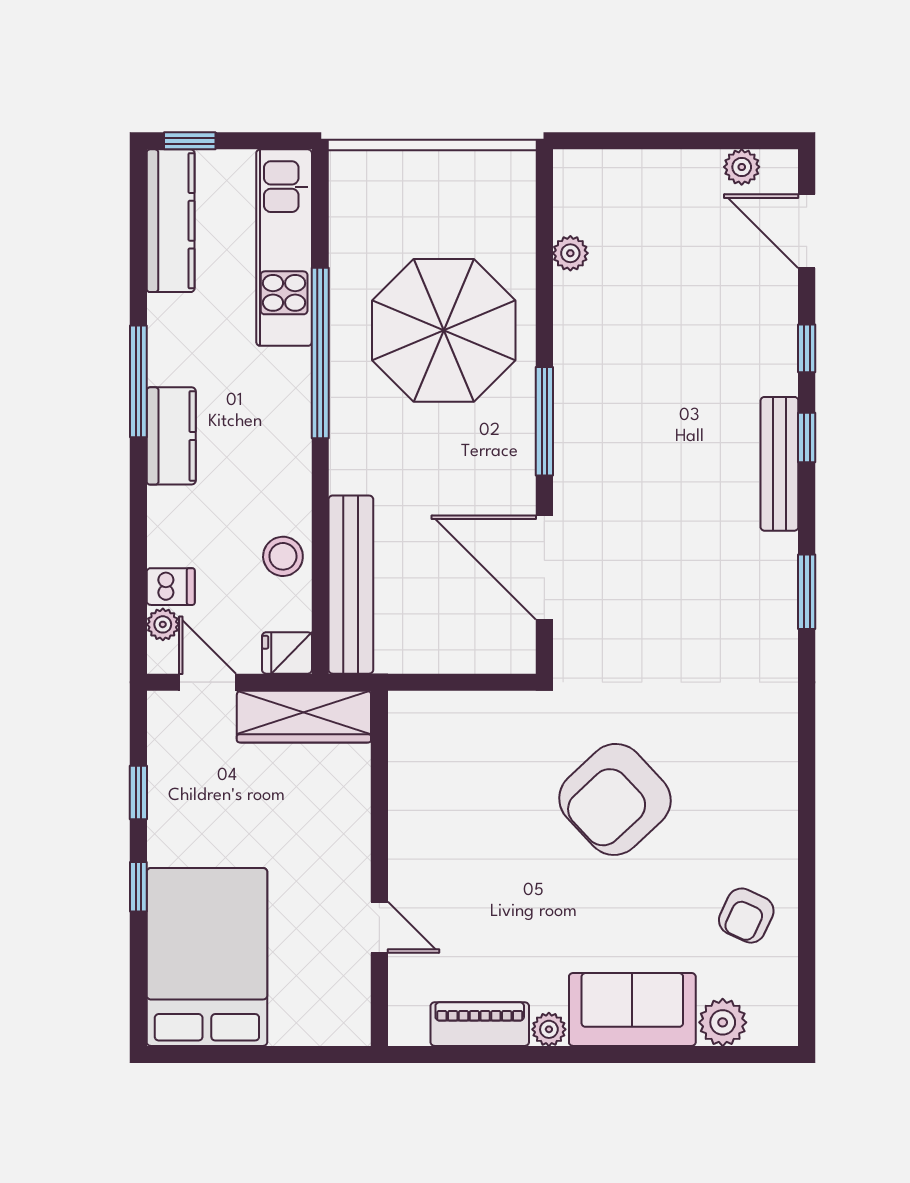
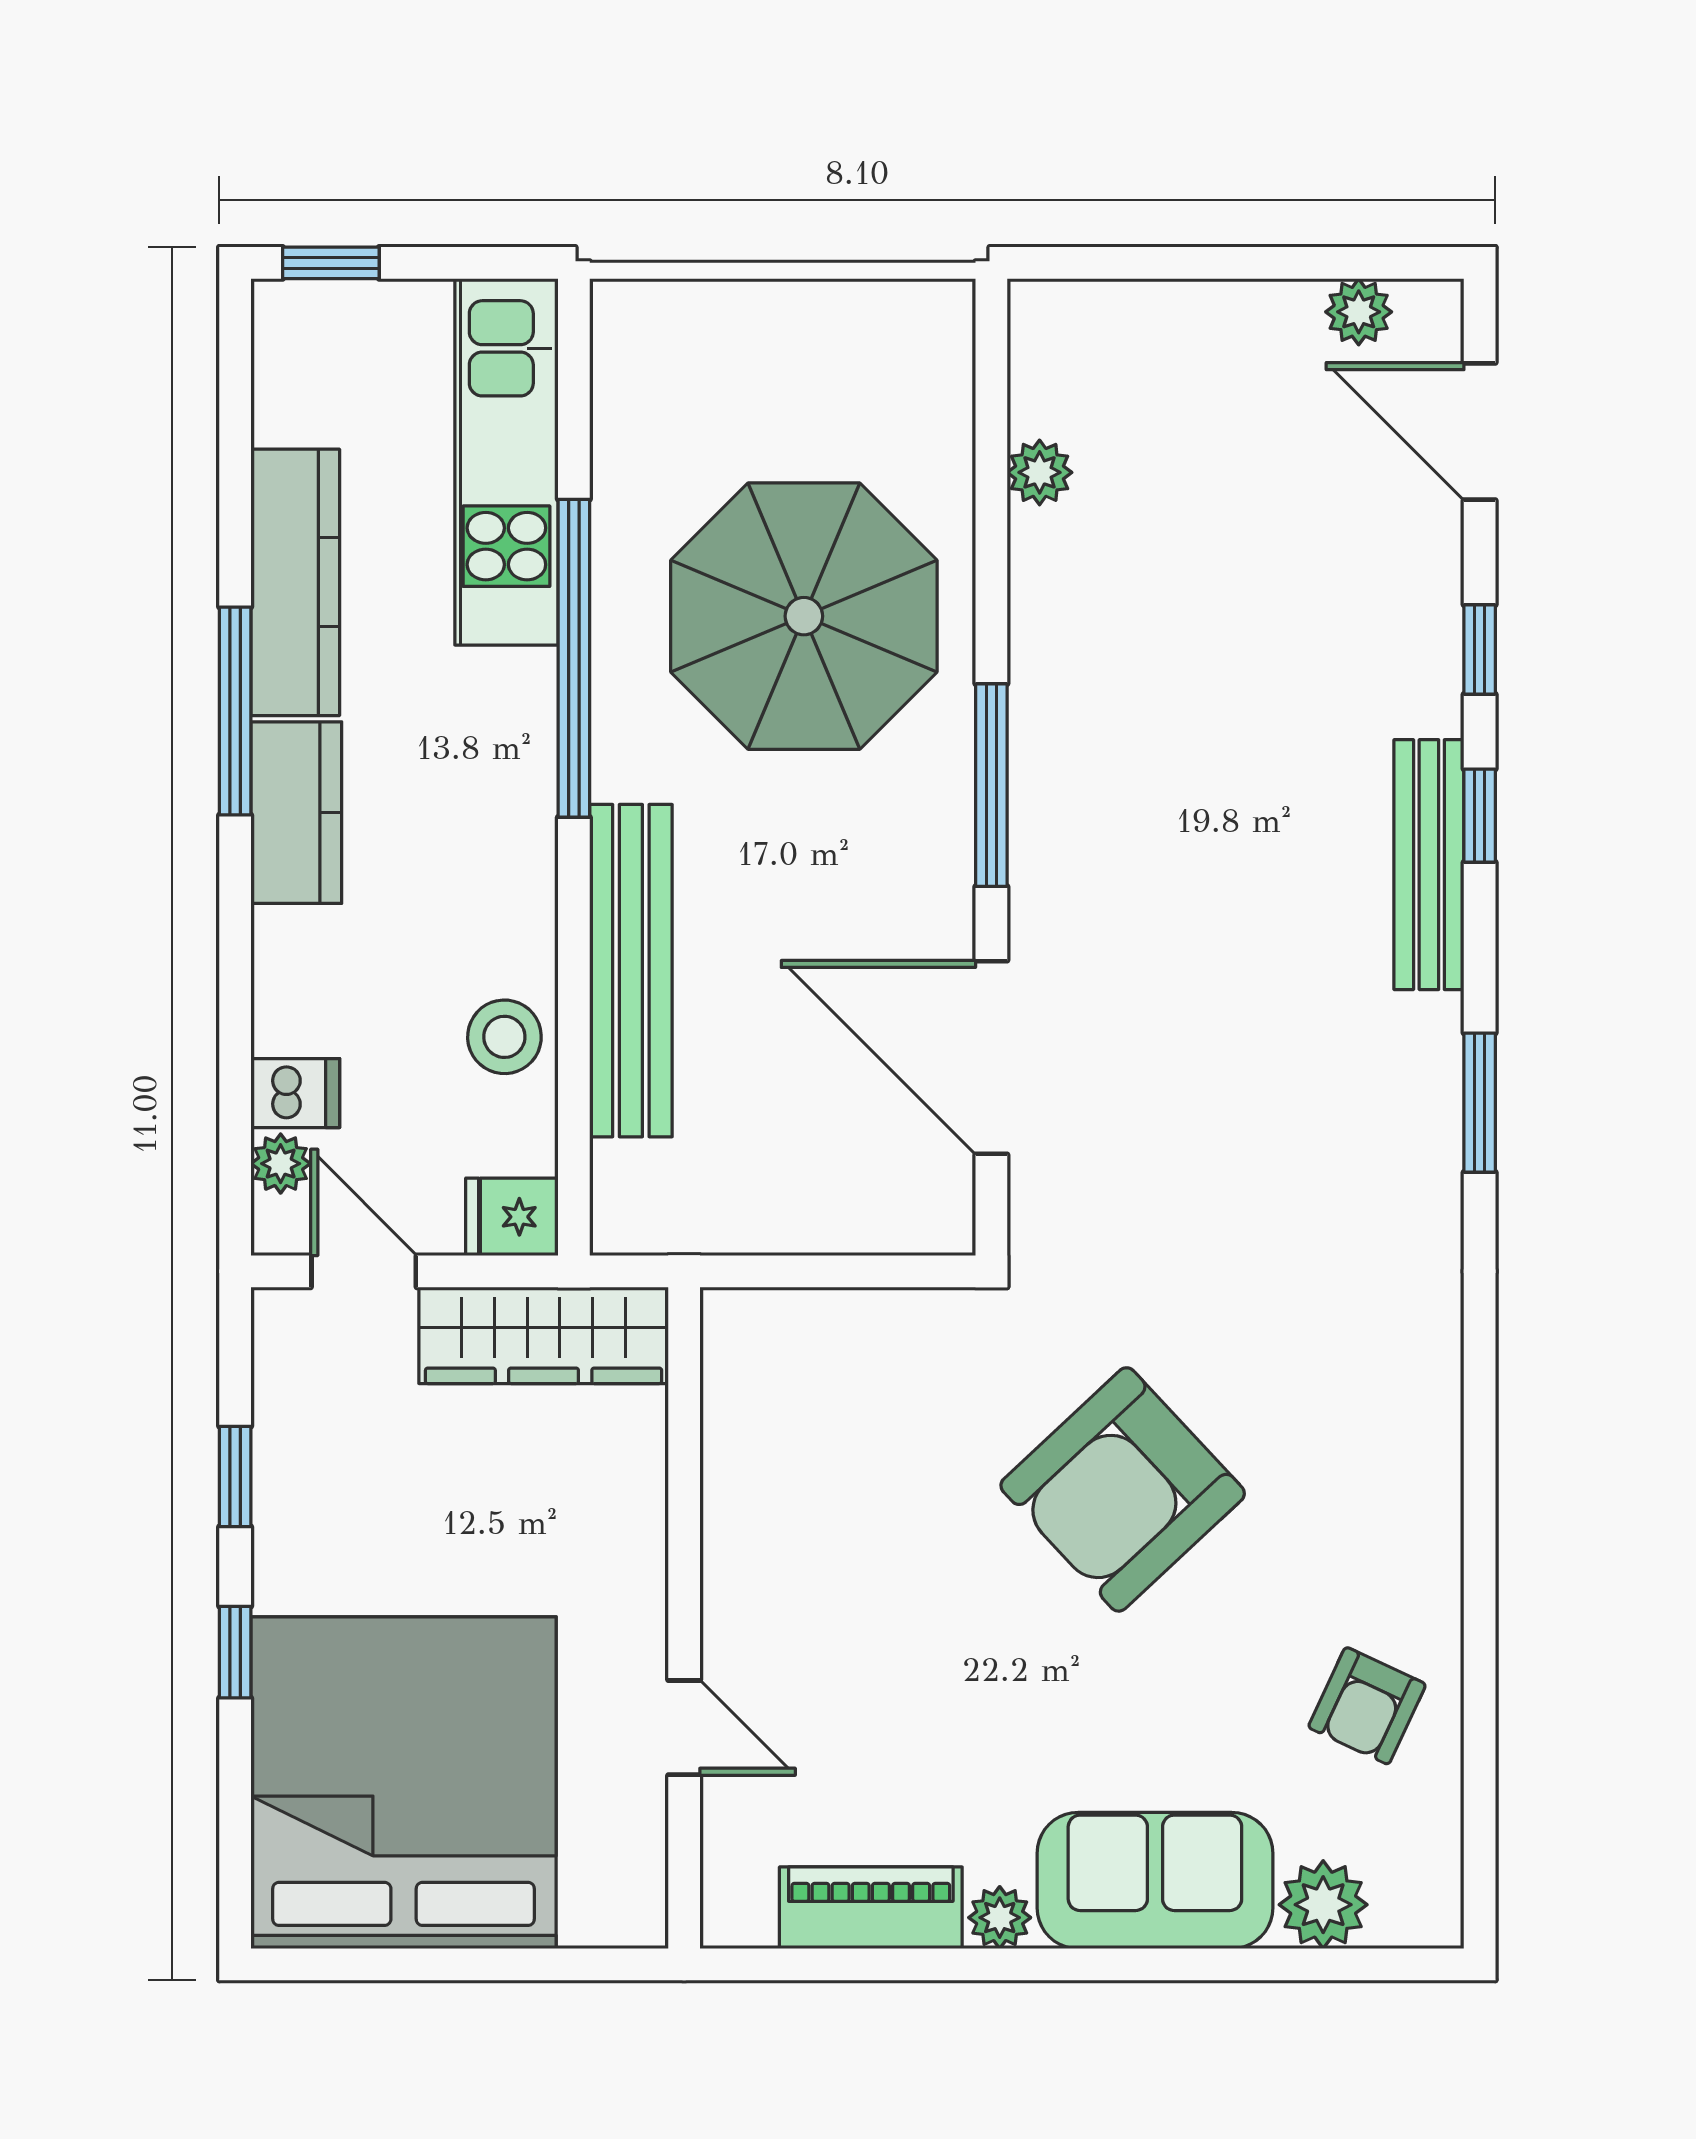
kitchen counter: (171, 221) -> (295, 582), moved
bench: (351, 585) -> (631, 971), moved
bed: (207, 957) -> (404, 1783), width x1.36

